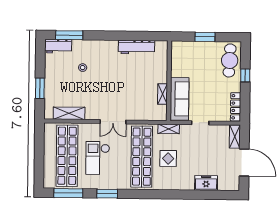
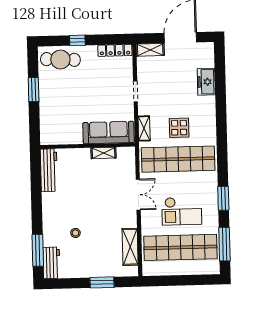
wall: (169, 81) -> (88, 146), moved
shelving: (162, 94) -> (104, 153), moved
sofa: (179, 99) -> (109, 133), moved

